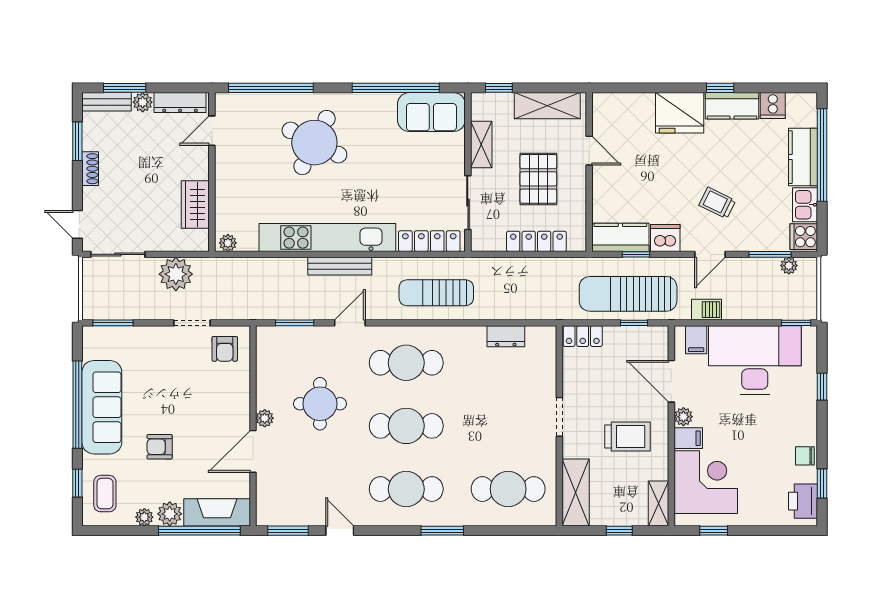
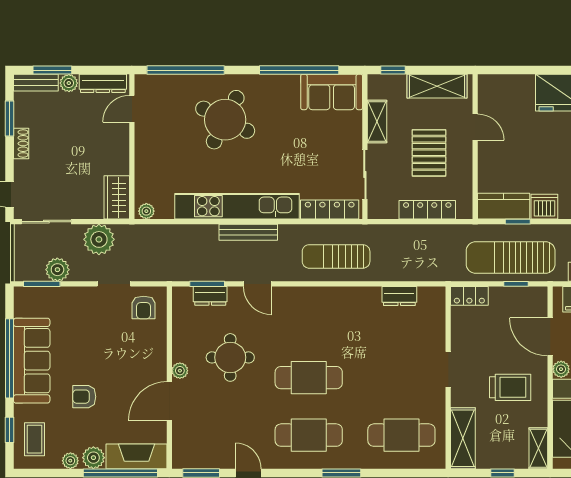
wardrobe: (195, 205) -> (117, 197), moved
plant: (130, 307) -> (57, 270), added
door: (350, 323) -> (257, 284), swing flipped
dresser: (298, 336) -> (210, 296), added
cafe table: (406, 363) -> (309, 320), removed

